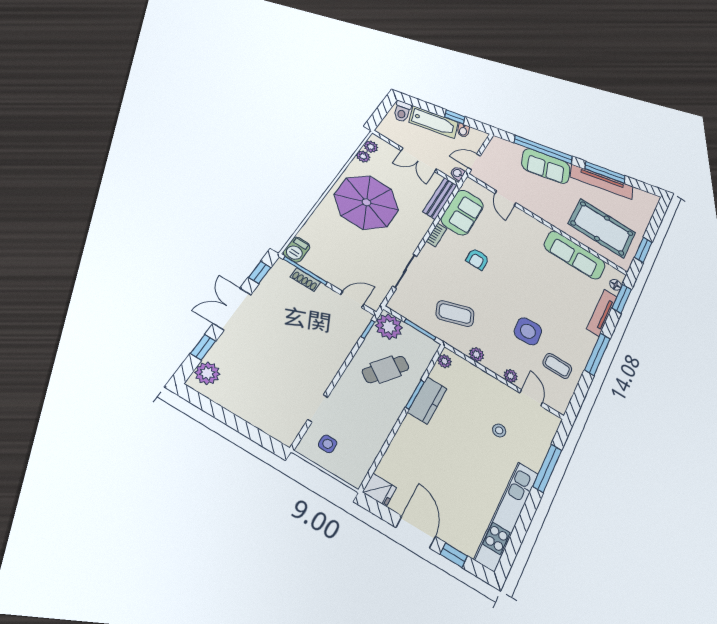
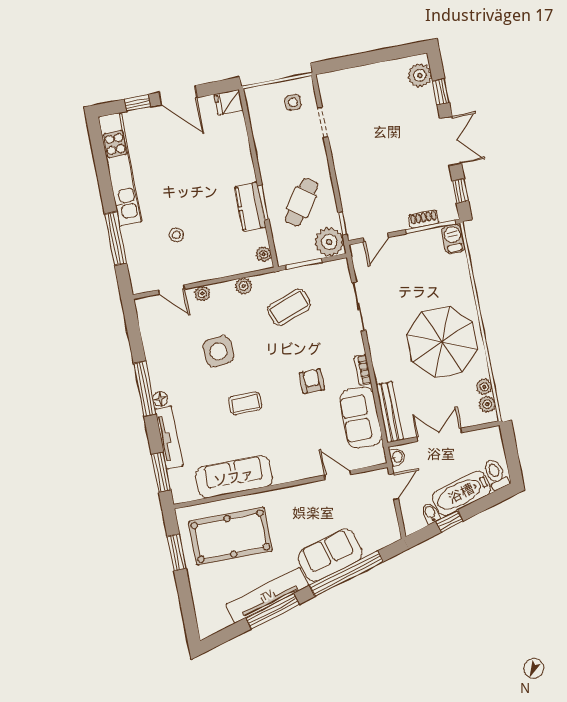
floor lamp: (616, 285) -> (160, 399), moved
coffee table: (557, 366) -> (245, 403), moved

